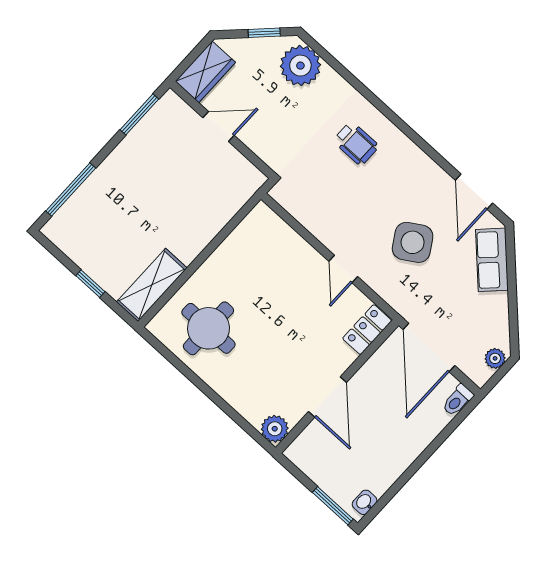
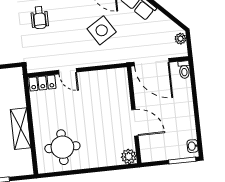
wheelchair: (356, 143) -> (40, 18), turned 90
door: (343, 269) -> (68, 71), moved
shelving: (152, 285) -> (21, 129), moved
locker: (367, 330) -> (42, 83), moved, turned -90

